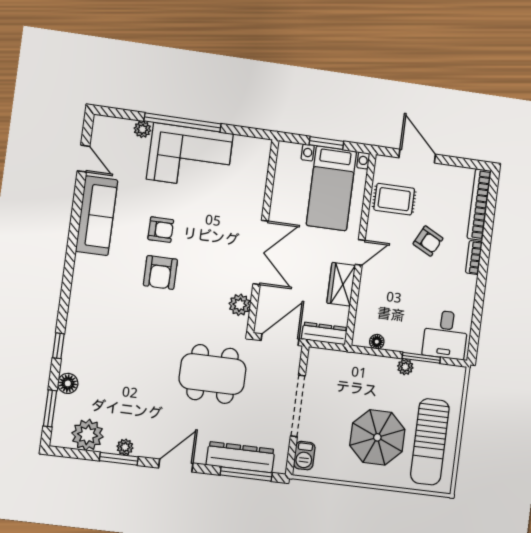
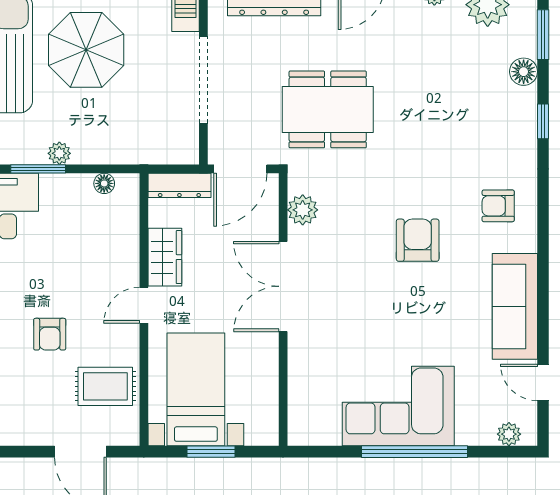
plant: (142, 129) -> (509, 434), moved
armchair: (161, 230) -> (498, 206), moved
armchair: (428, 241) -> (50, 334), turned -117

